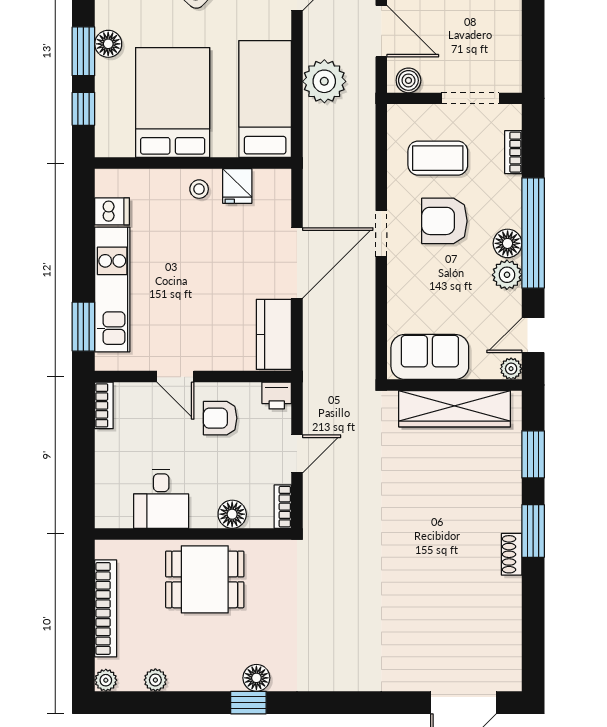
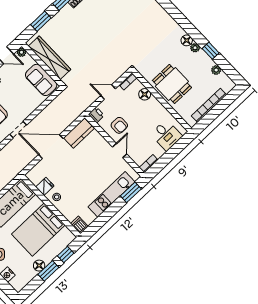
dishwasher: (112, 211) -> (79, 225), moved
desk: (161, 499) -> (166, 135), moved, turned 90
plant: (106, 680) -> (195, 48), moved
window: (248, 703) -> (211, 51), moved

